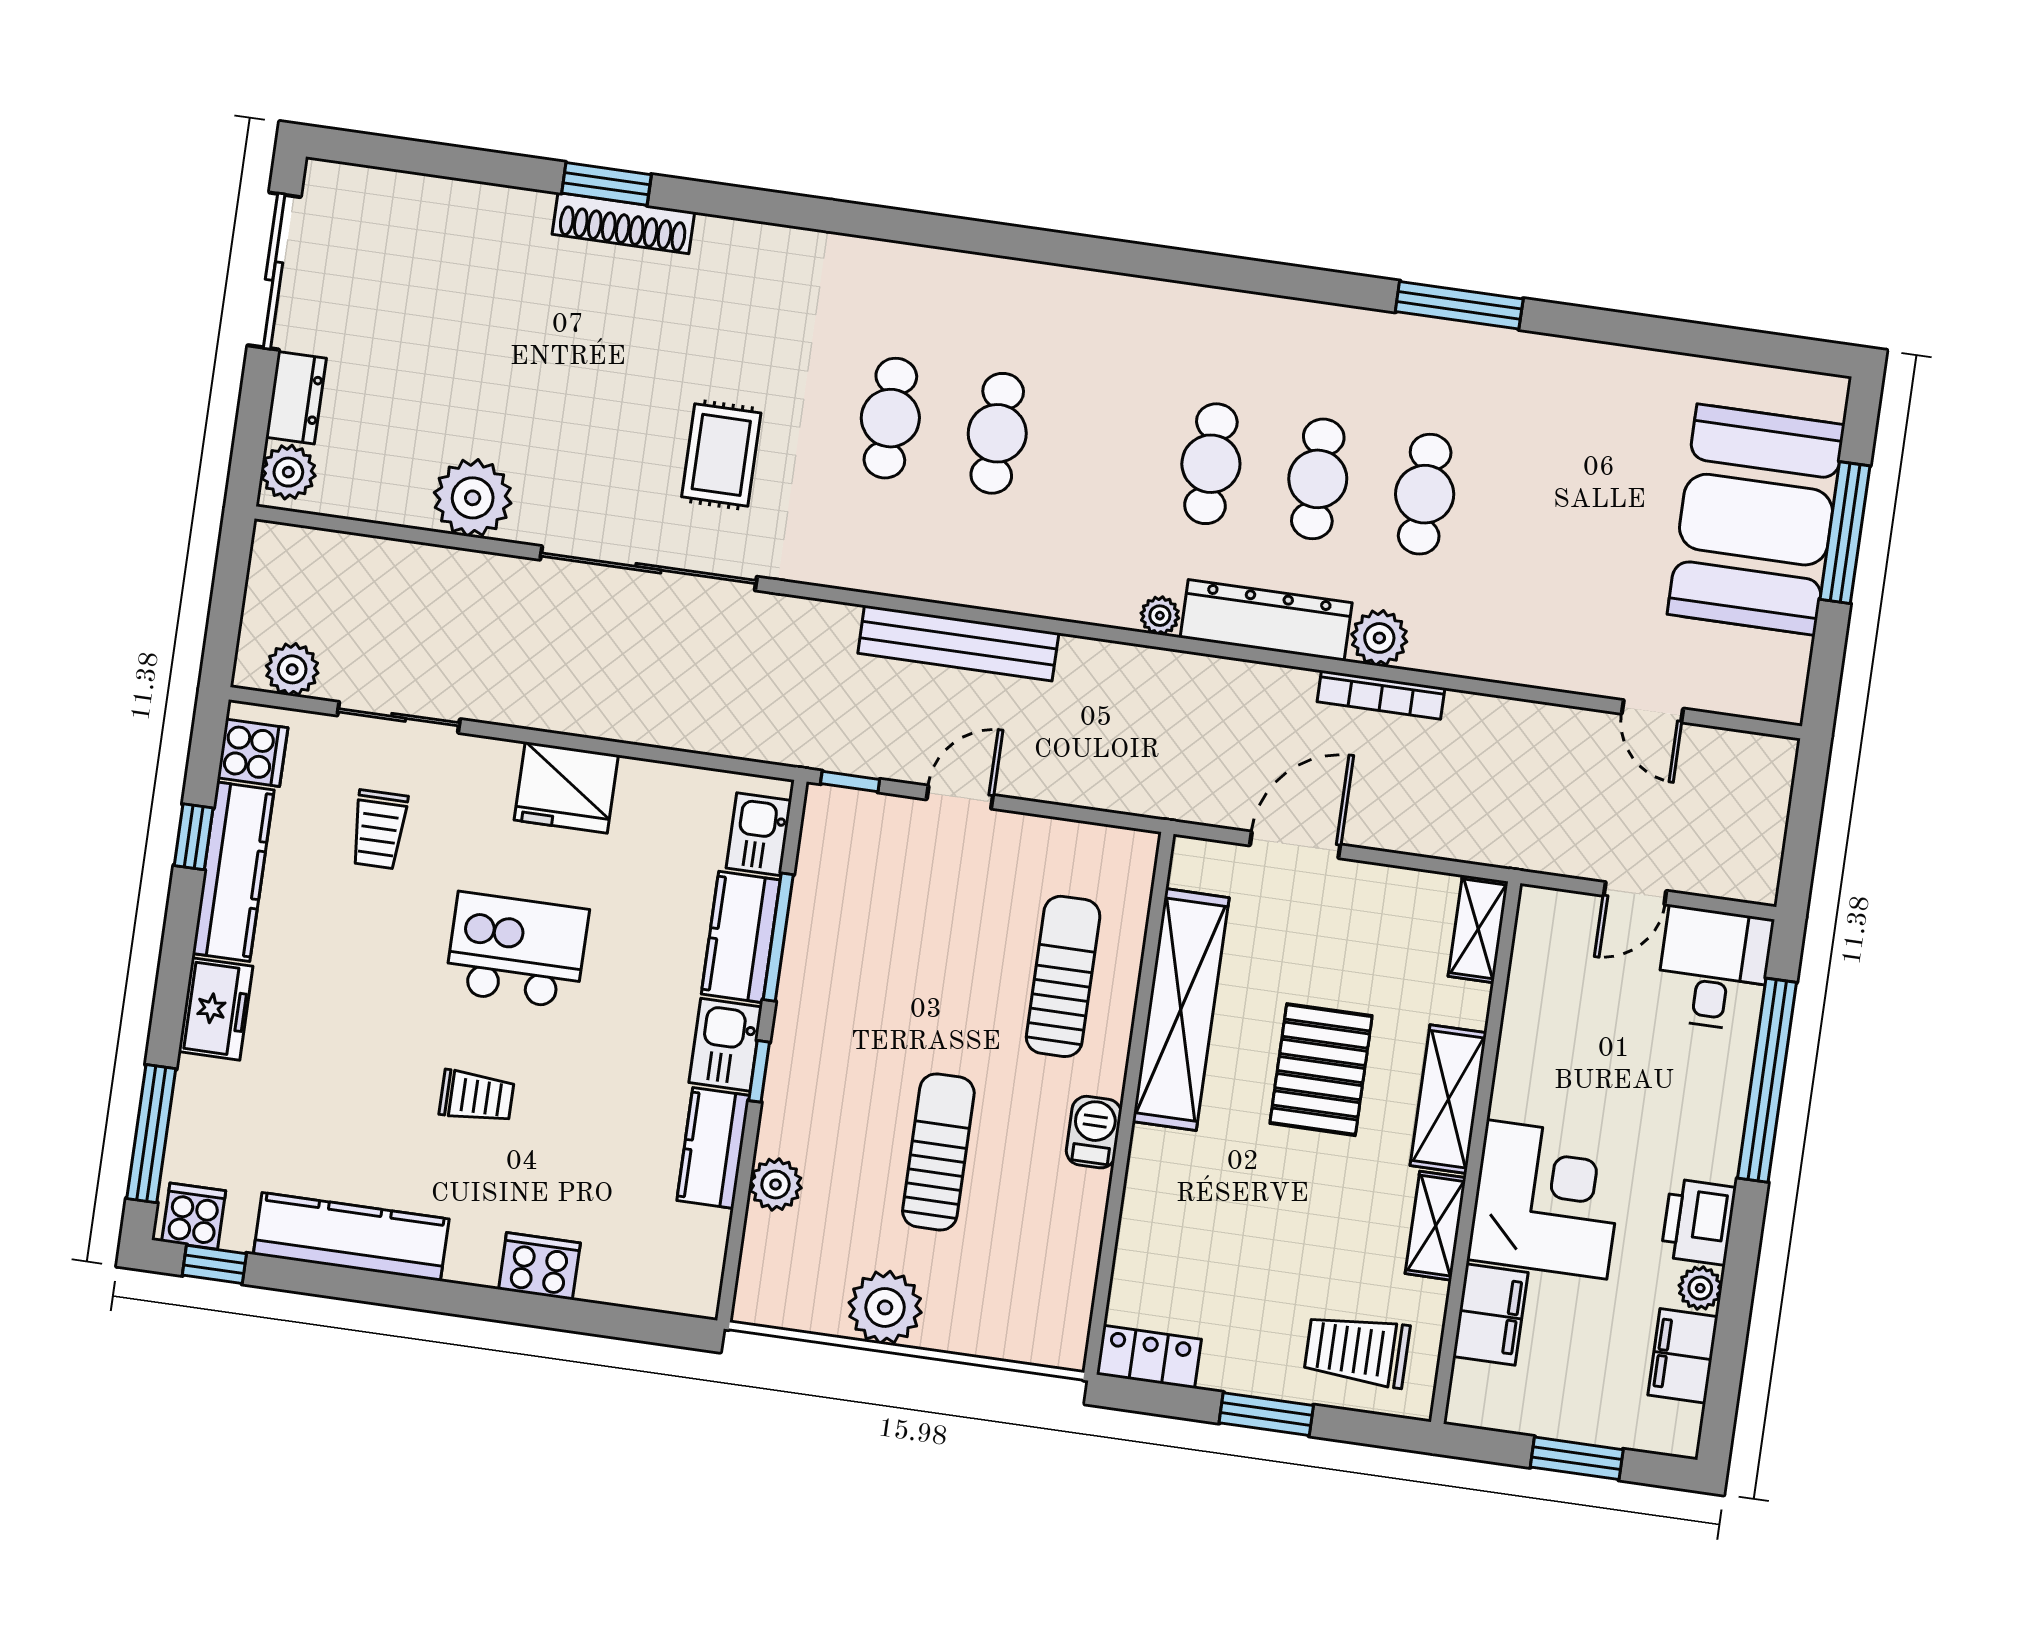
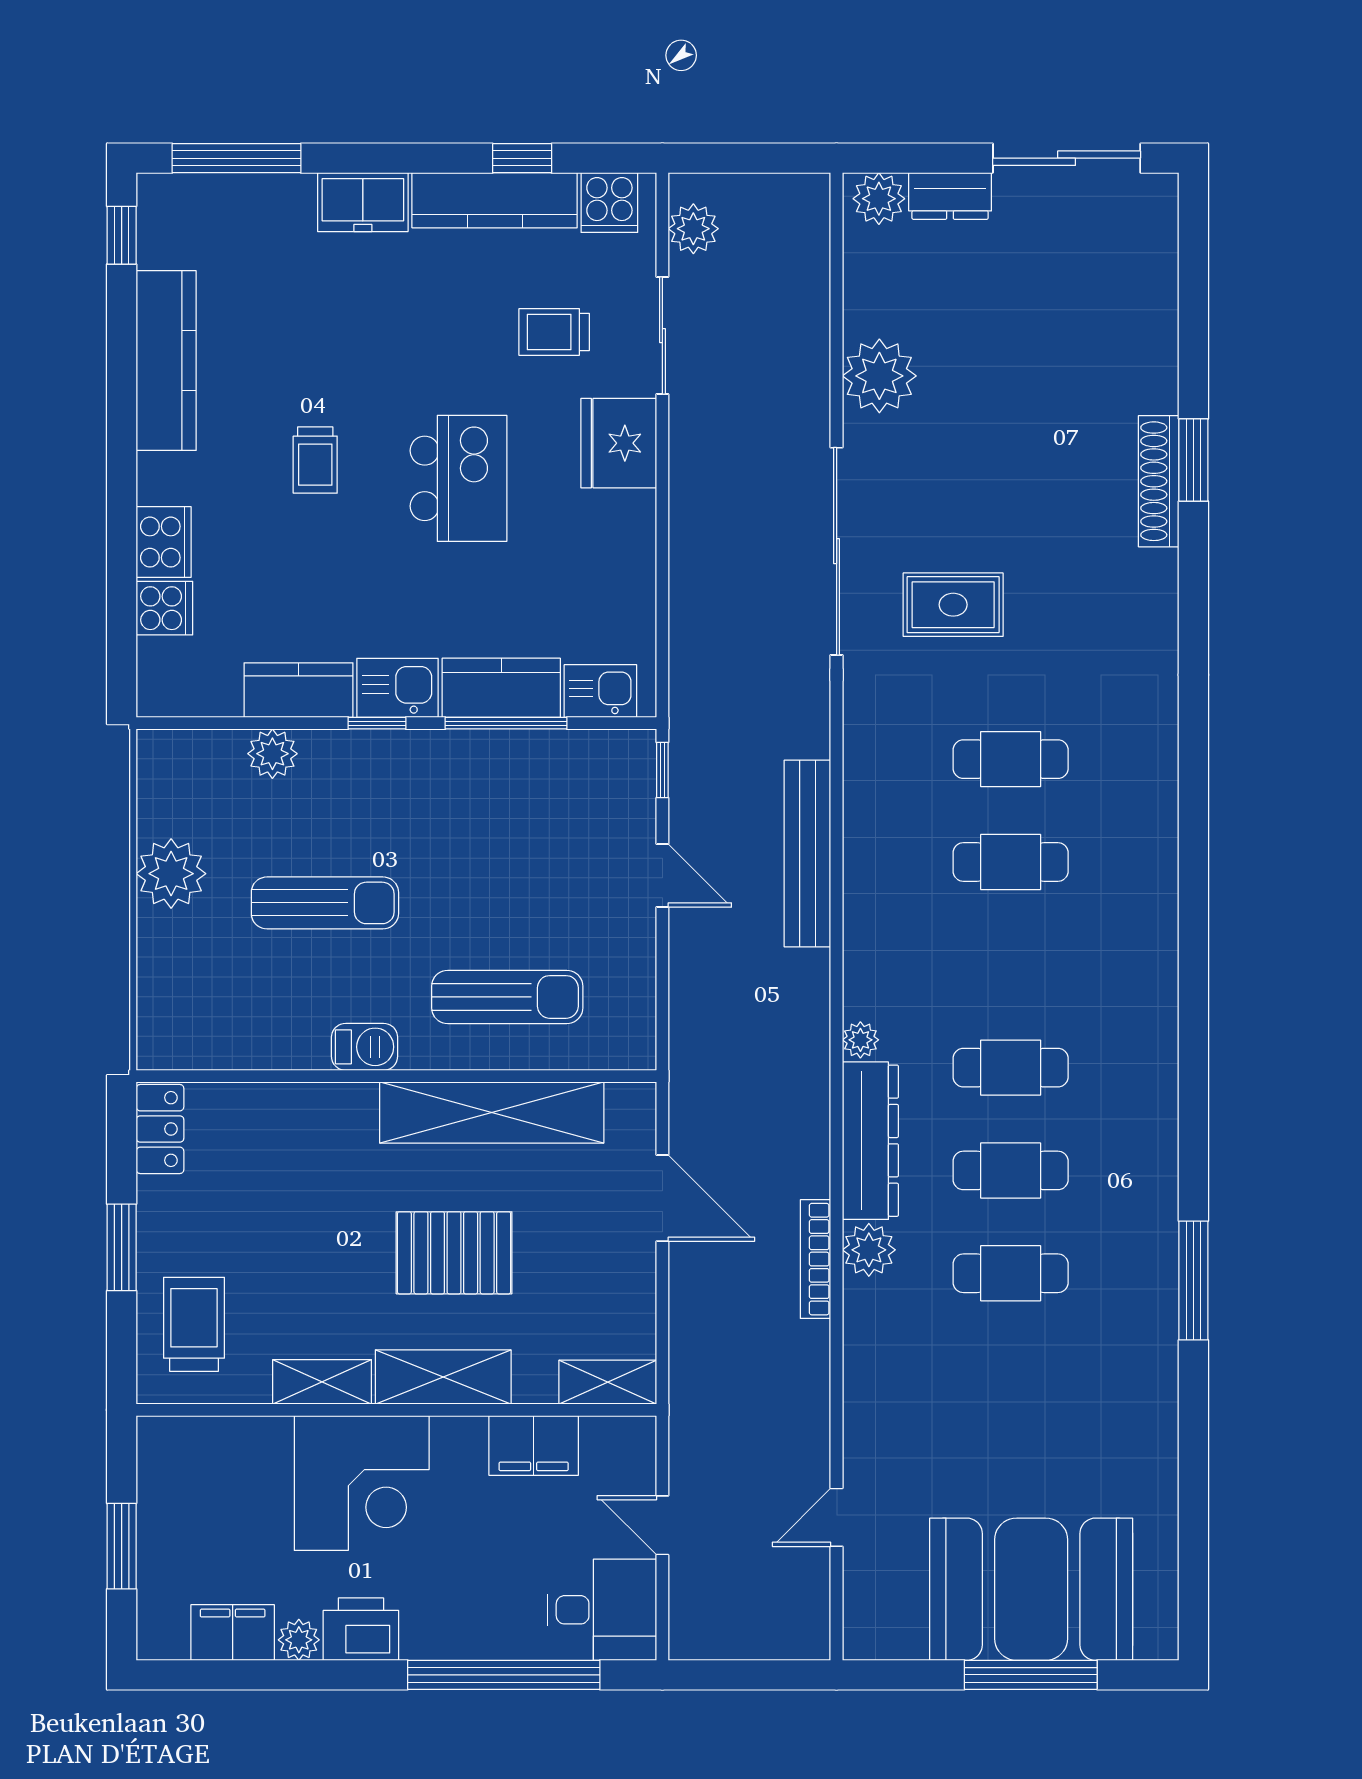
fridge: (566, 787) -> (619, 443), moved
cooker: (194, 1216) -> (164, 608), moved
filing cabinet: (1490, 1314) -> (534, 1445), moved

